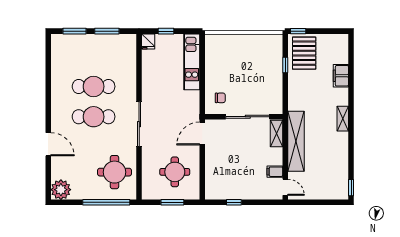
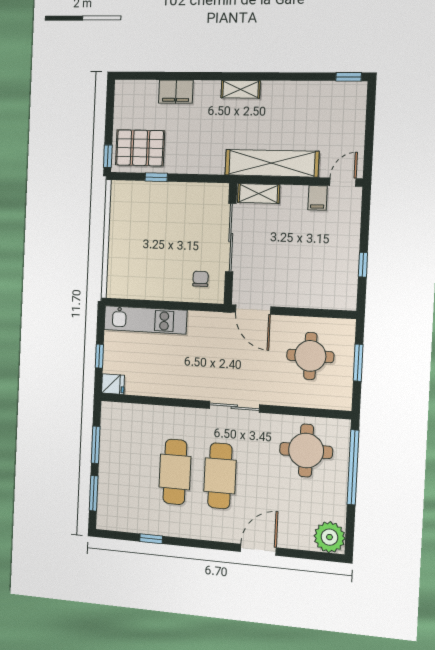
window: (48, 72) -> (151, 539), added
sliding door: (139, 124) -> (234, 407), width x0.73

